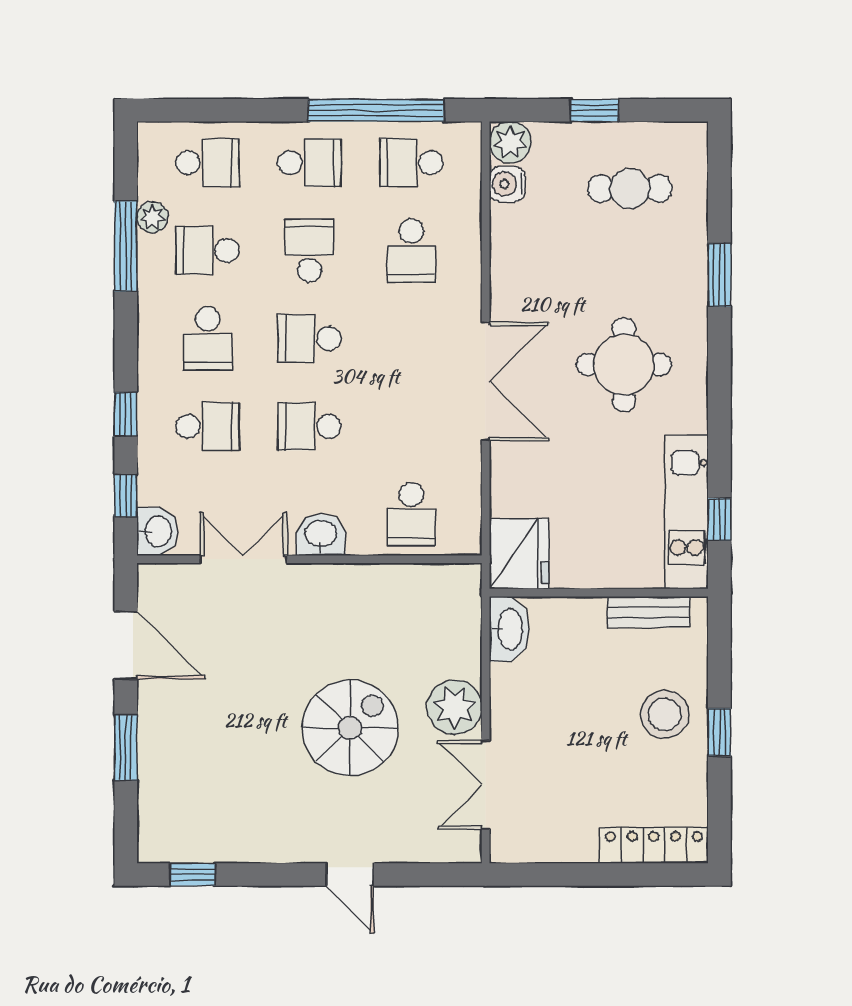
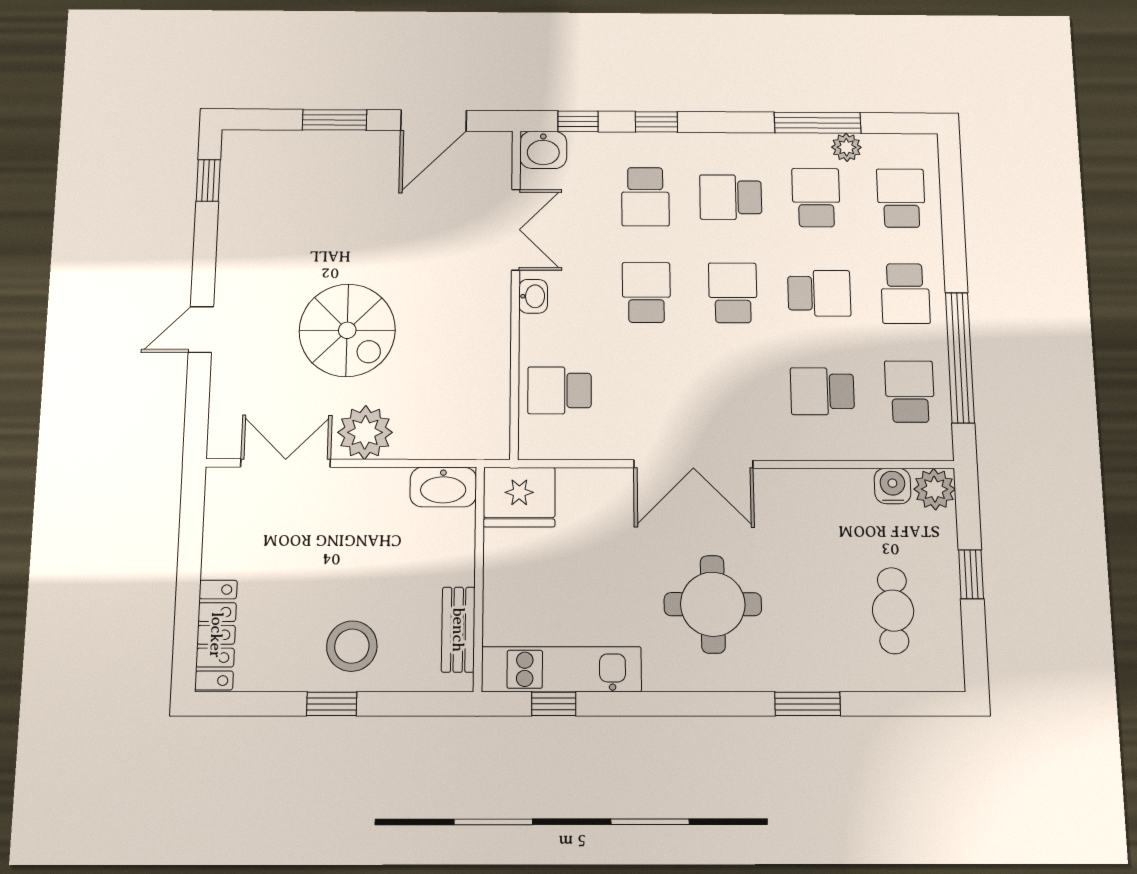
school desk: (207, 163) -> (901, 198), turned 180
washbasin: (321, 535) -> (533, 296), width x0.72, depth x0.69

